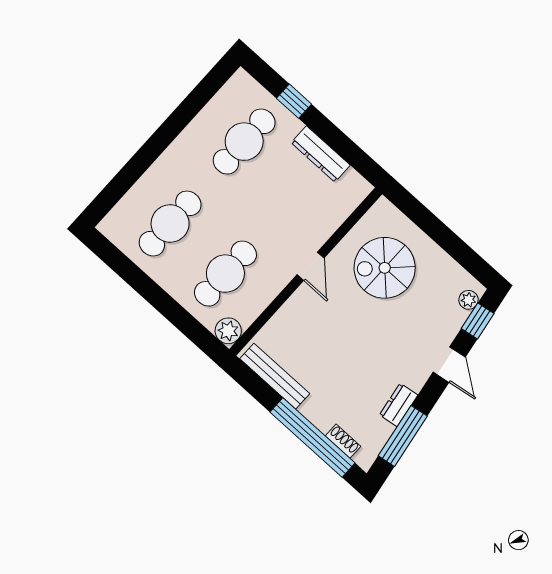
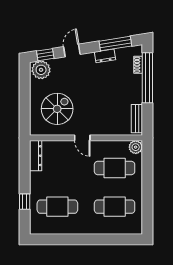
dresser: (321, 154) -> (36, 156), moved
door: (311, 266) -> (82, 138), swing flipped
spiral stairs: (385, 268) -> (57, 109), turned -90
plant: (469, 300) -> (41, 70), width x1.88, depth x1.88
bench: (275, 376) -> (137, 119), width x0.73

